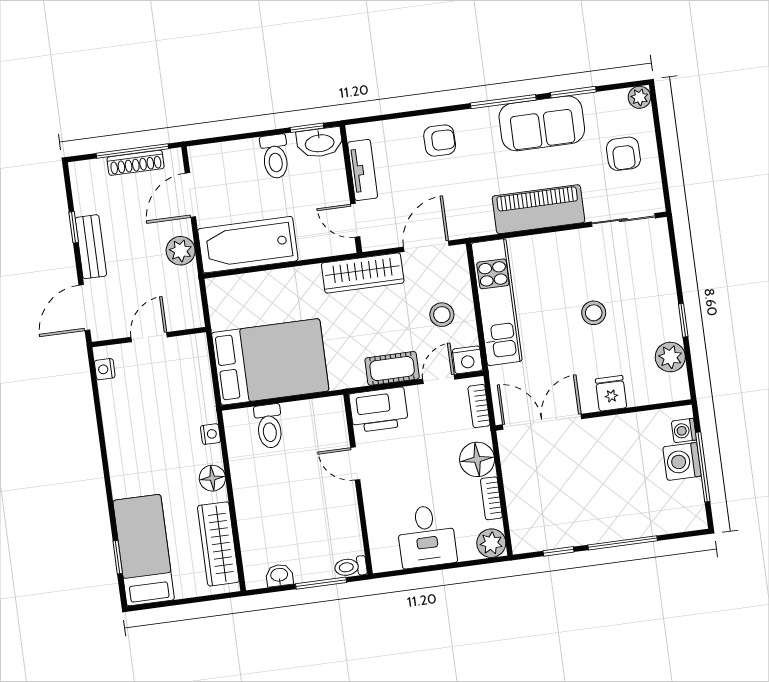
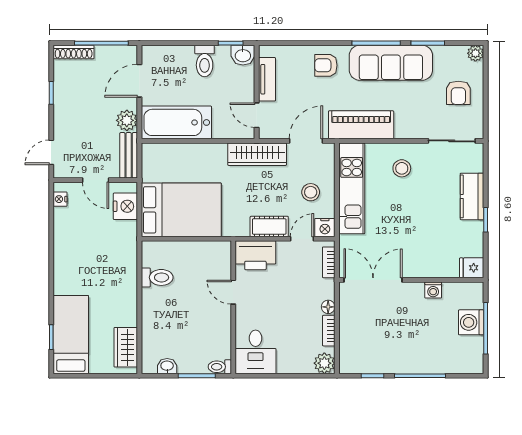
sofa: (542, 123) -> (391, 63), width x1.36
armchair: (440, 141) -> (326, 65), turned 180
washbasin: (320, 143) -> (243, 55), width x0.72
shoe rack: (136, 163) -> (74, 52), moved
piano: (539, 209) -> (361, 125), moved
bench: (91, 247) -> (129, 155), moved
kitchen counter: (661, 291) -> (472, 196), added
door: (84, 308) -> (51, 152), width x0.73
stool: (594, 313) -> (402, 168), moved
door: (149, 337) -> (96, 180), swing flipped
plant: (670, 357) -> (473, 245), removed
fridge: (611, 393) -> (472, 268), moved, turned -90
toilet: (269, 426) -> (157, 277), moved, turned -90
washing machine: (684, 431) -> (433, 290), moved, turned -90
nightstand: (210, 434) -> (125, 206), moved, width x1.89, depth x1.79
floor lamp: (477, 459) -> (328, 307), width x0.53, depth x0.53
floor lamp: (212, 478) -> (128, 289), removed
desk: (426, 536) -> (256, 352), moved
wardrobe: (218, 544) -> (126, 347), width x0.67

